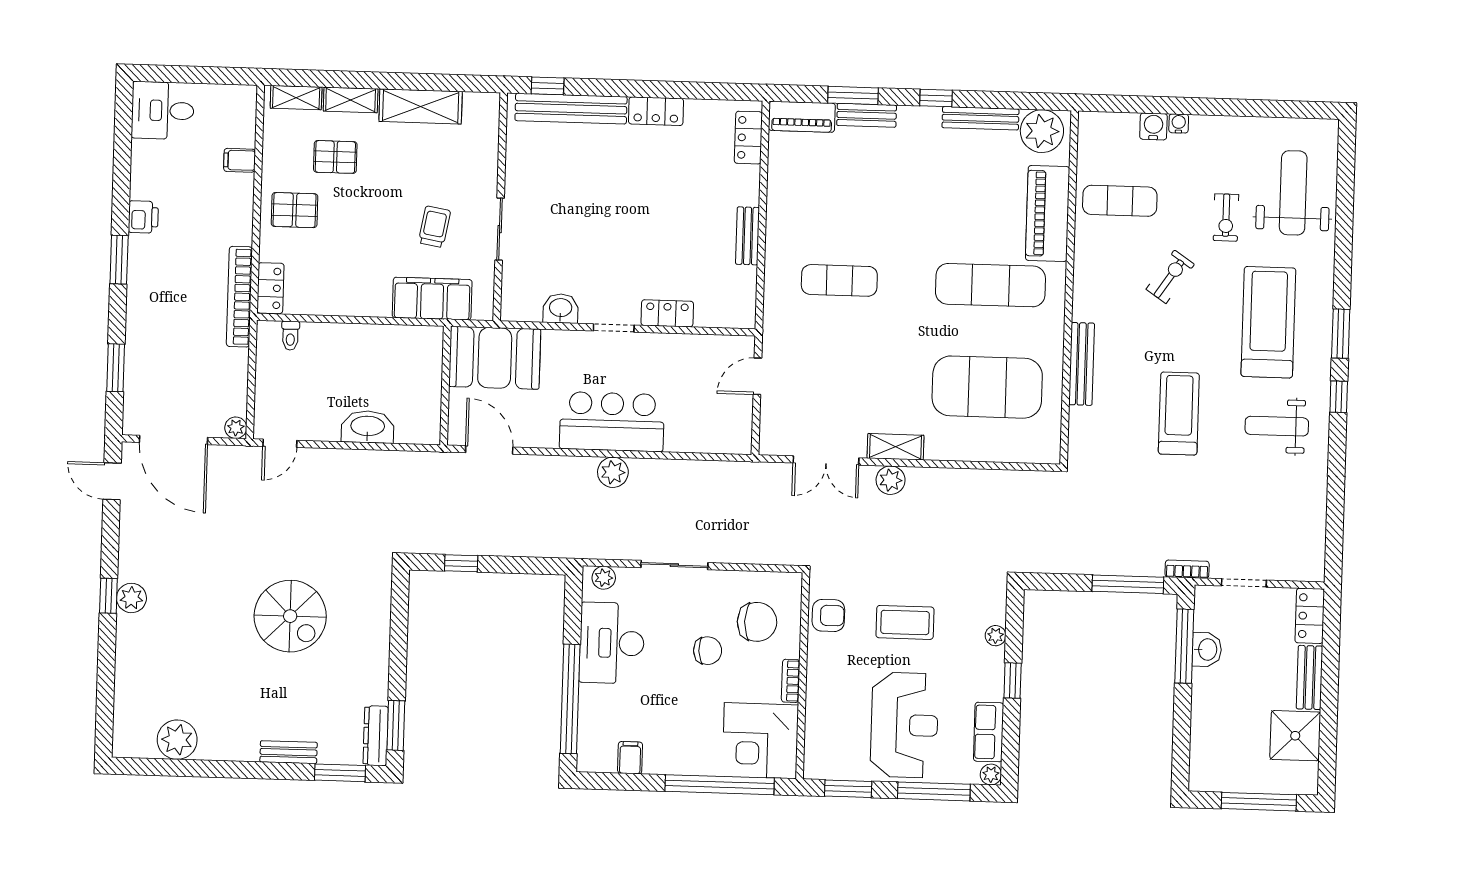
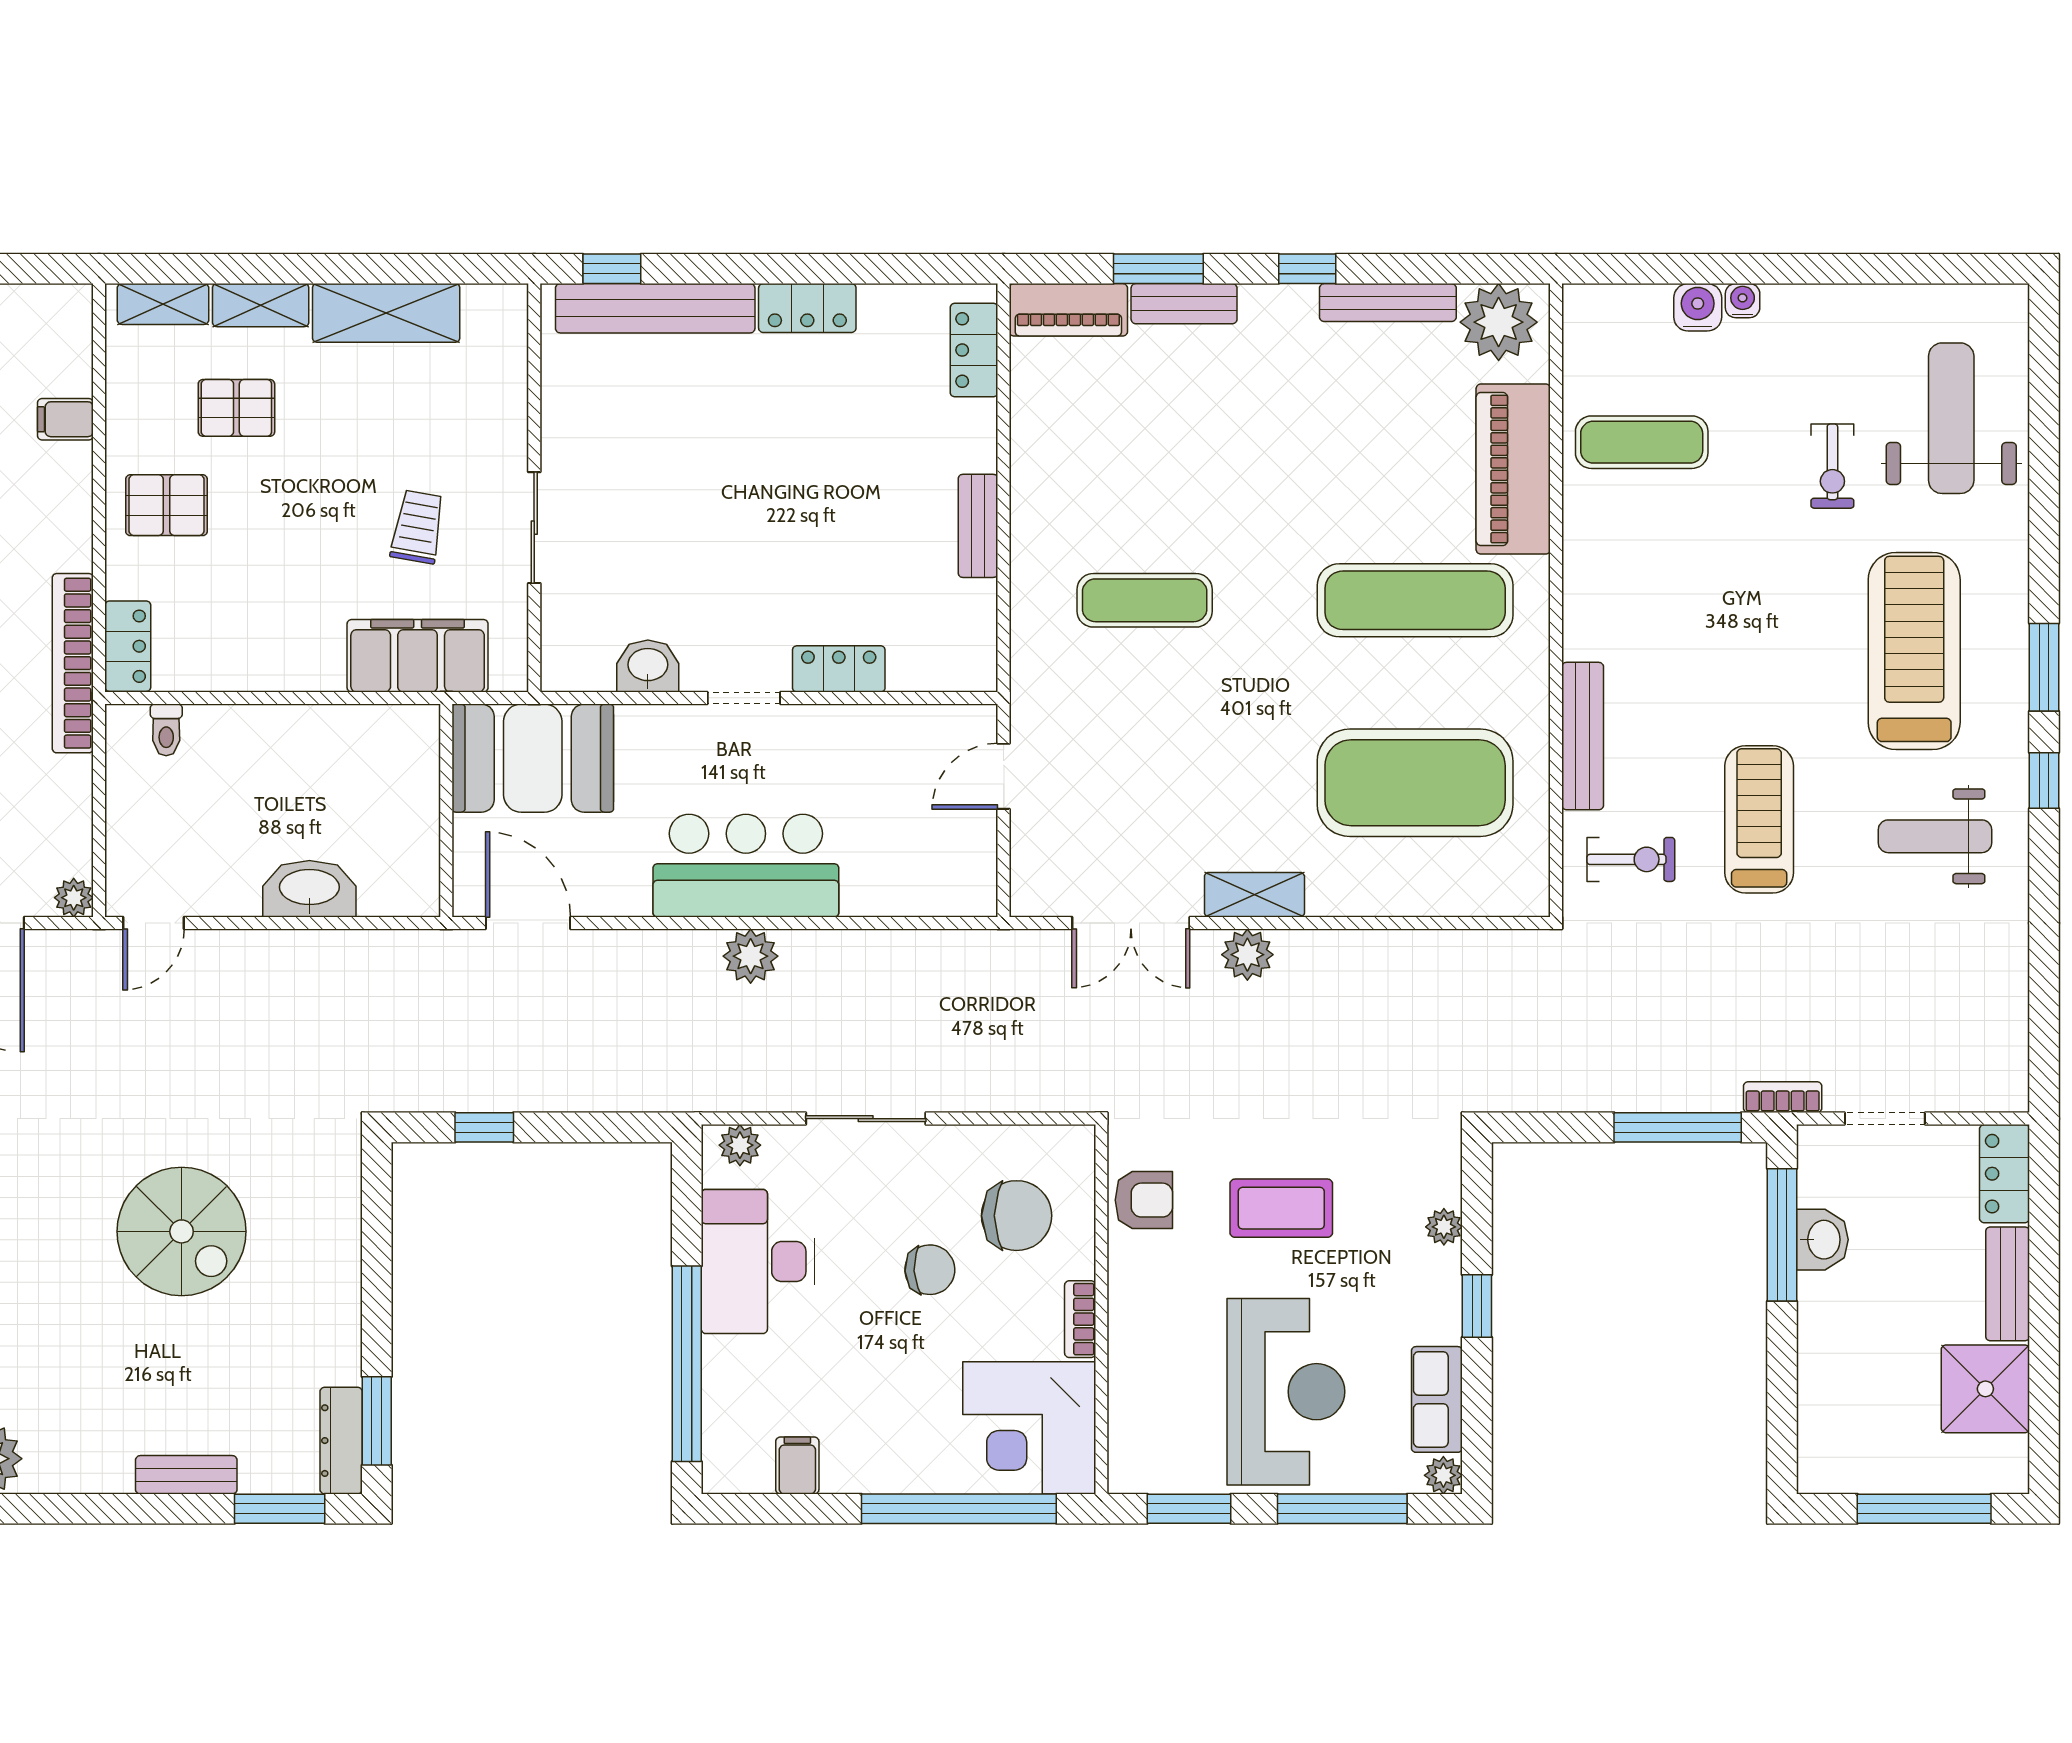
exercise bike: (1170, 277) -> (1631, 859), moved, turned 56

